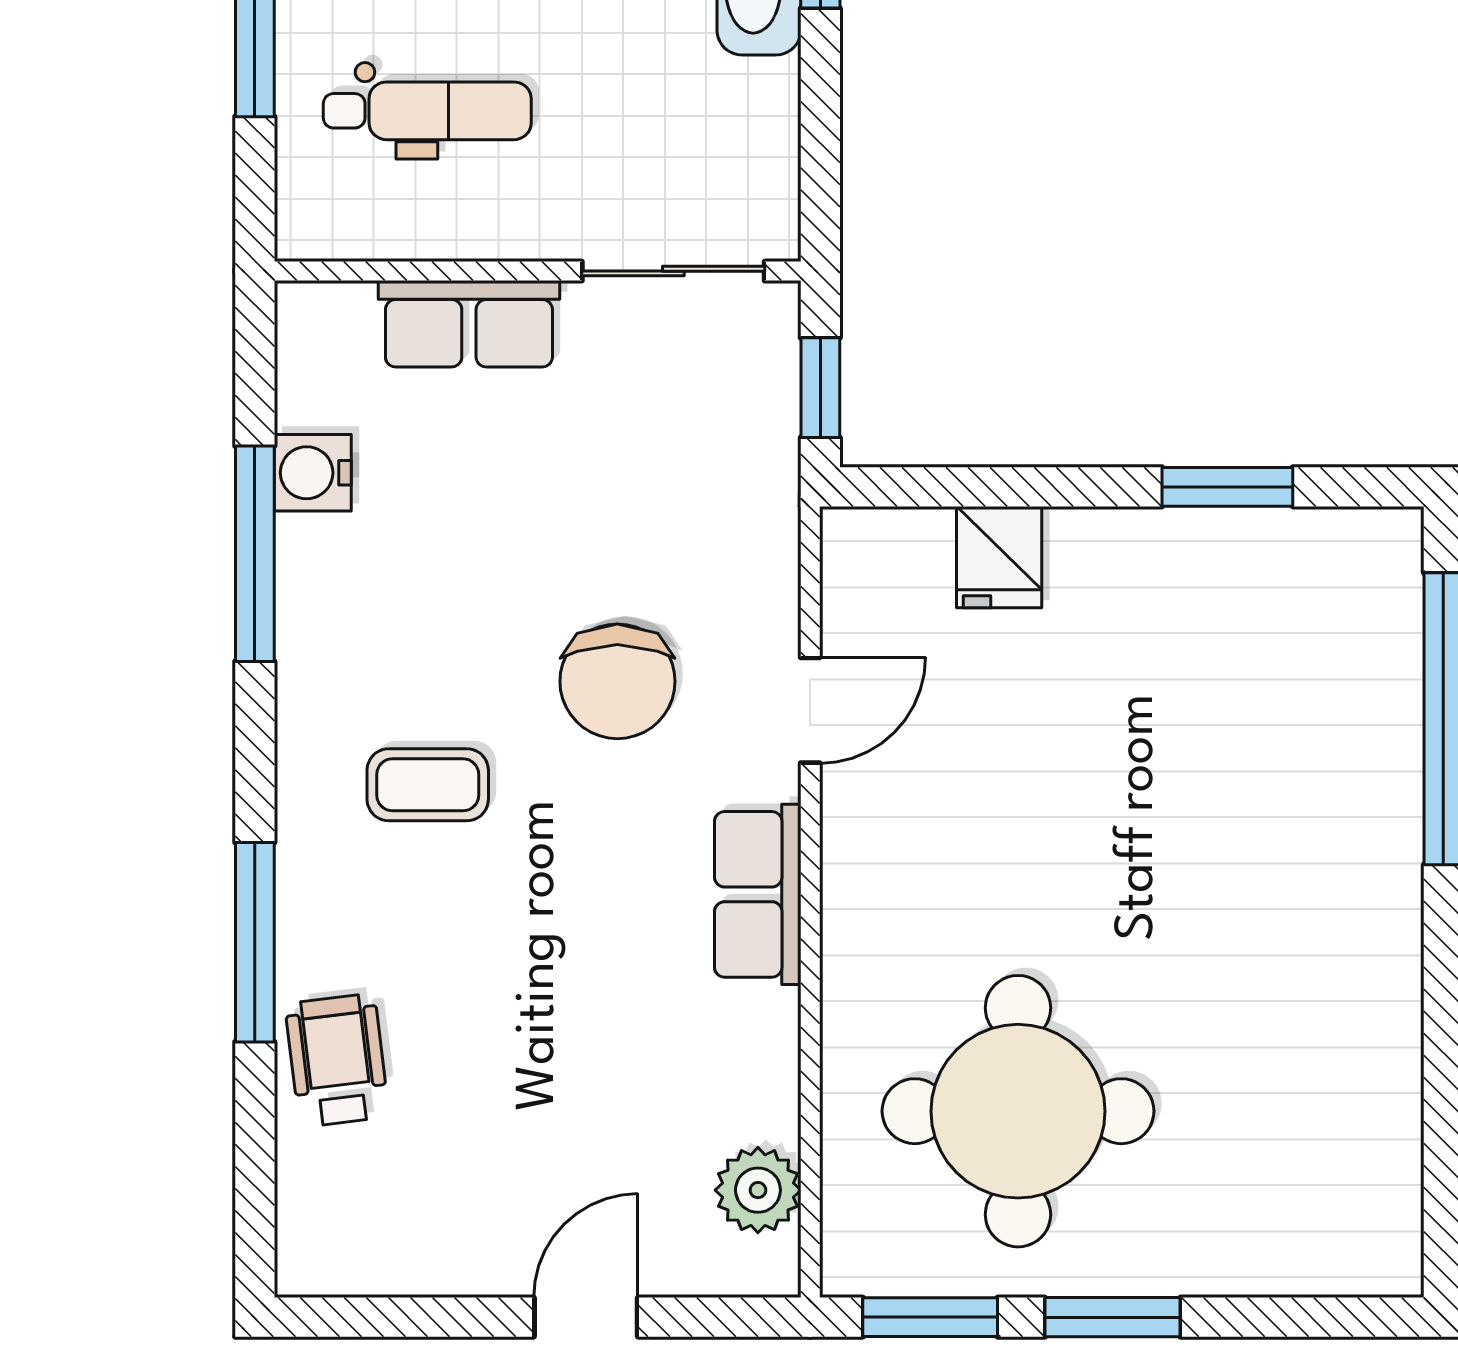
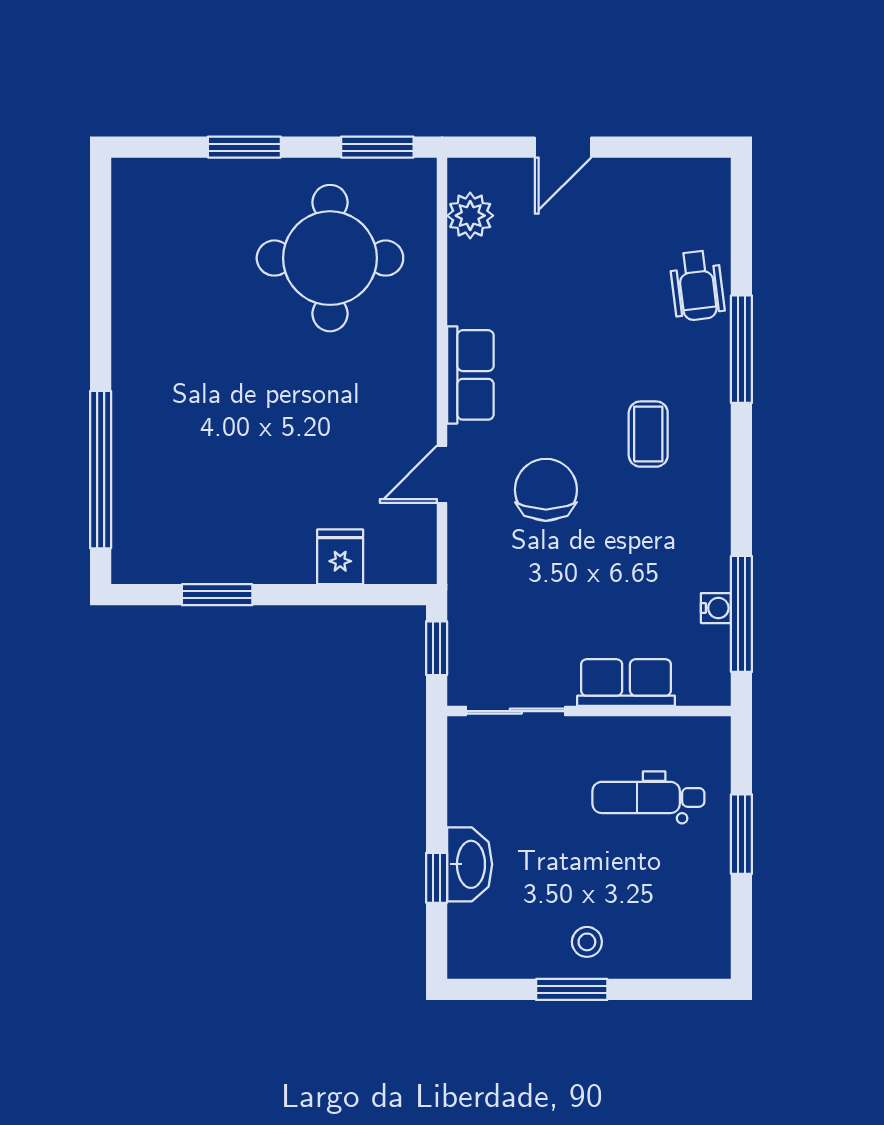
water cooler: (313, 473) -> (716, 608), width x0.72, depth x0.72
window: (255, 554) -> (741, 614), moved
coffee table: (428, 785) -> (648, 434), turned 90
window: (1113, 1317) -> (244, 147), moved

